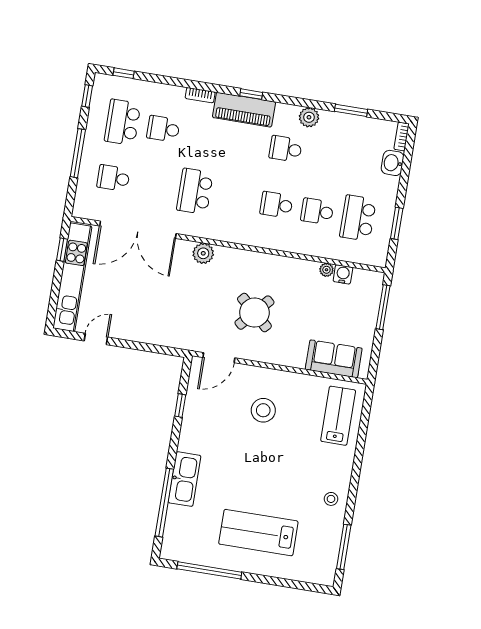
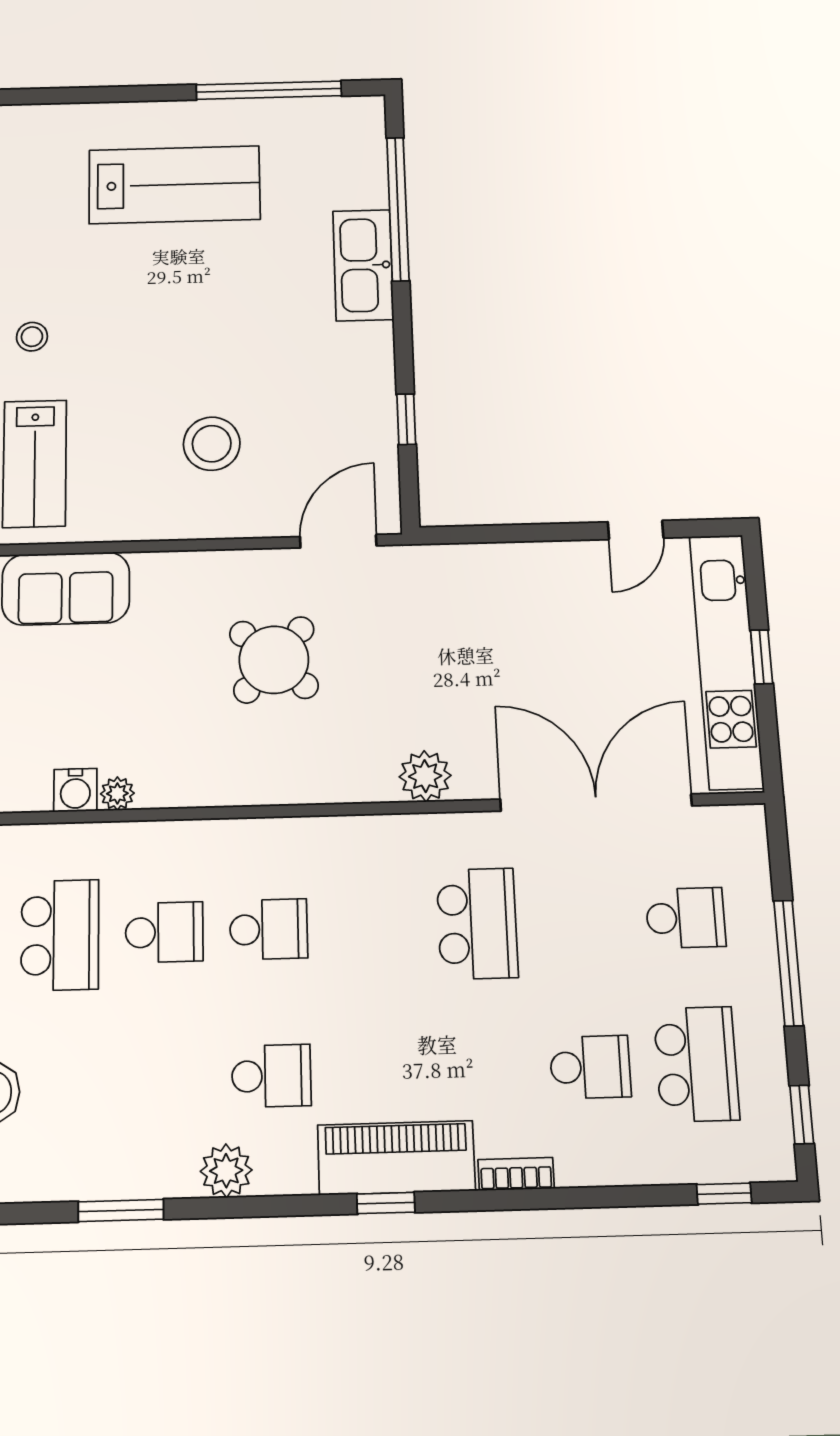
window: (62, 250) -> (762, 657), moved
stool: (331, 499) -> (32, 337), moved

